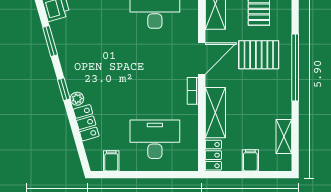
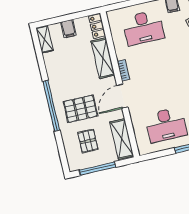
shelving: (284, 136) -> (45, 39), moved

